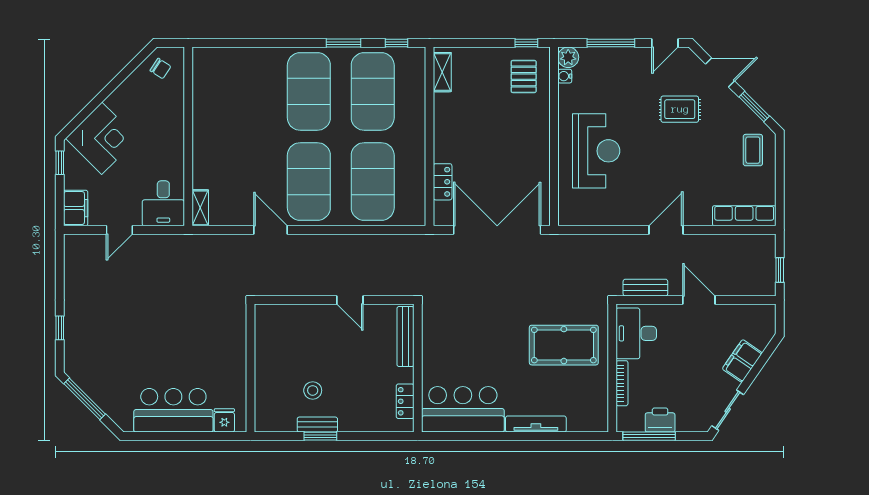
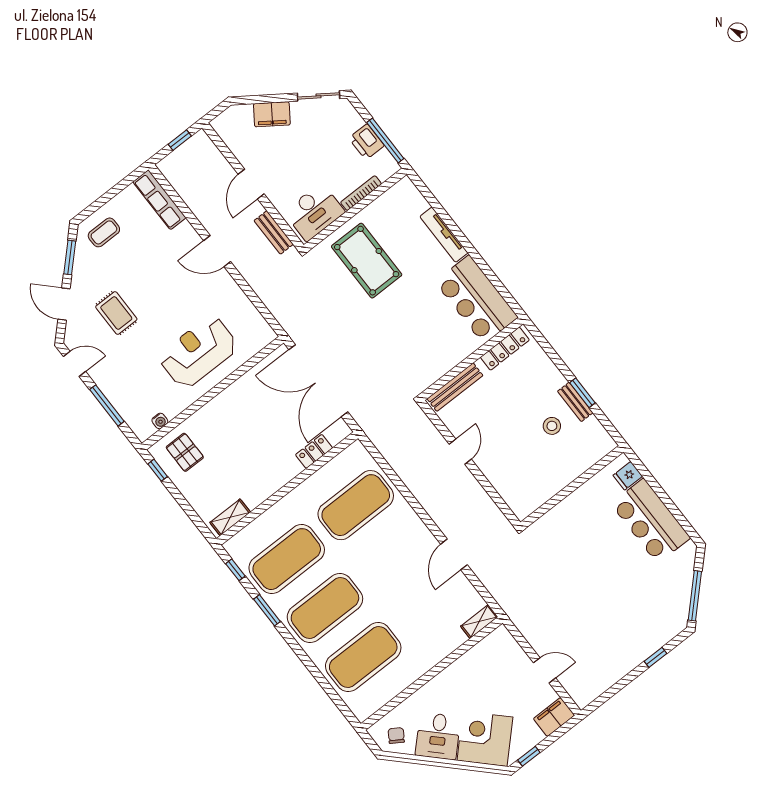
plant: (568, 57) -> (143, 430), removed
pallet: (524, 77) -> (185, 452), turned 90
exercise mat: (309, 182) -> (363, 657), moved
desk: (163, 203) -> (438, 736), moved, turned 135
locker: (405, 401) -> (505, 349), width x1.53

